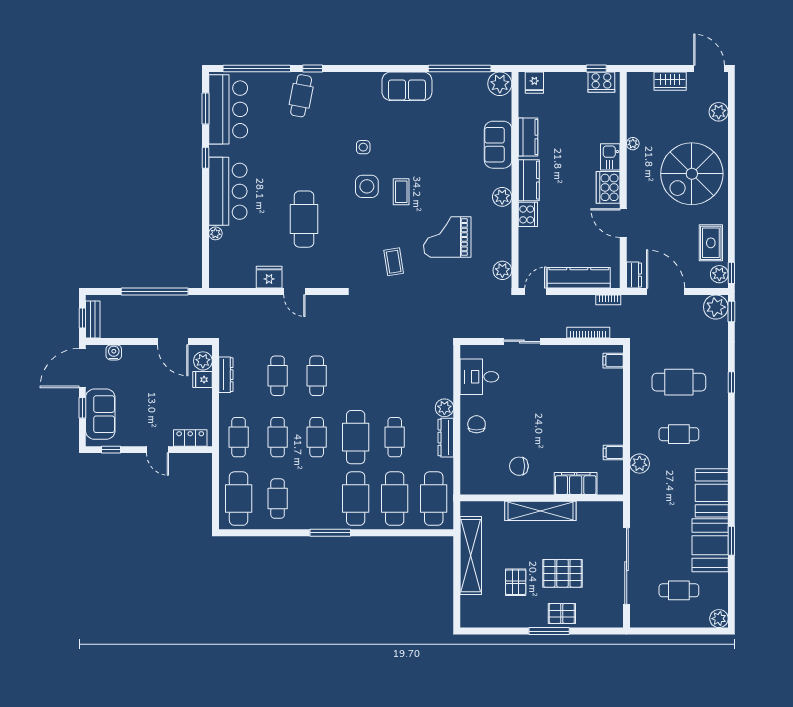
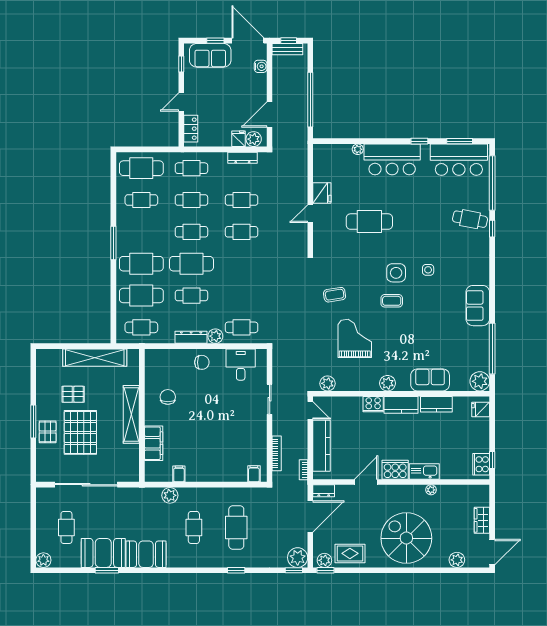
kitchen sink: (610, 157) -> (424, 471), width x1.38
cafe table: (434, 376) -> (242, 327), added
cafe table: (434, 499) -> (141, 327), width x0.73, depth x0.74
pallet: (562, 573) -> (80, 432), width x1.37, depth x1.41

